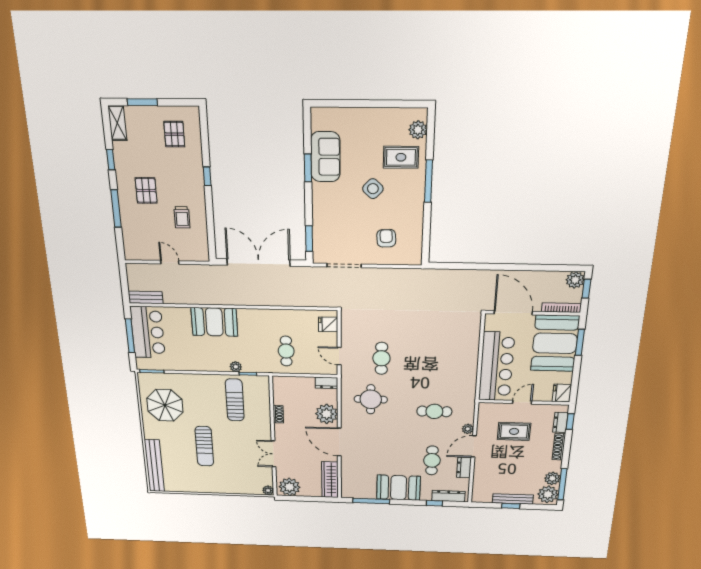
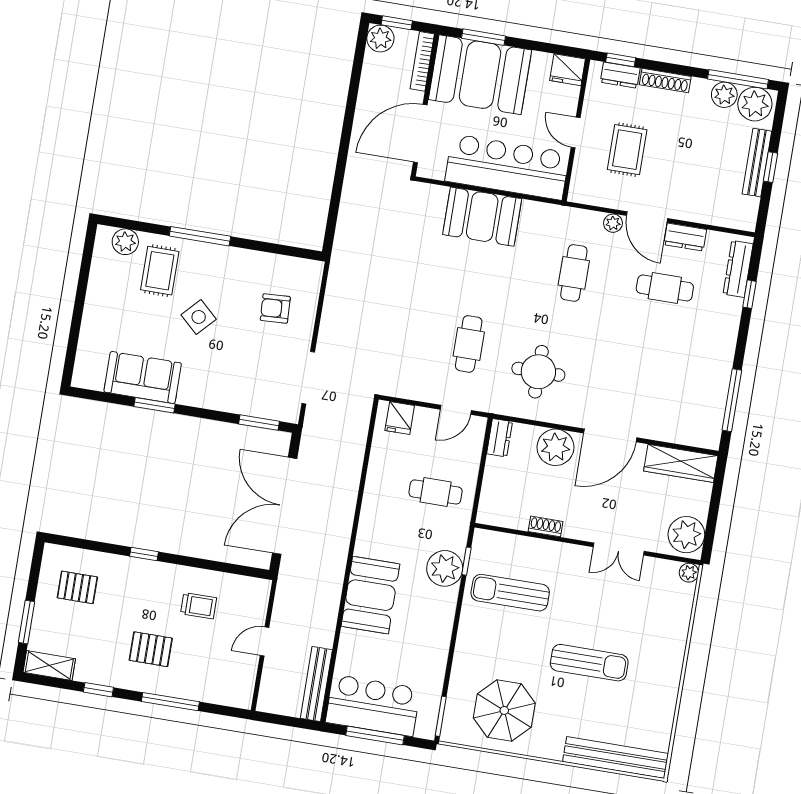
bench: (146, 297) -> (316, 684), width x1.36
cafe table: (381, 358) -> (469, 344), turned 90
plant: (236, 367) -> (445, 568), width x1.87, depth x1.87
booth: (398, 488) -> (482, 217), moved, turned 90

